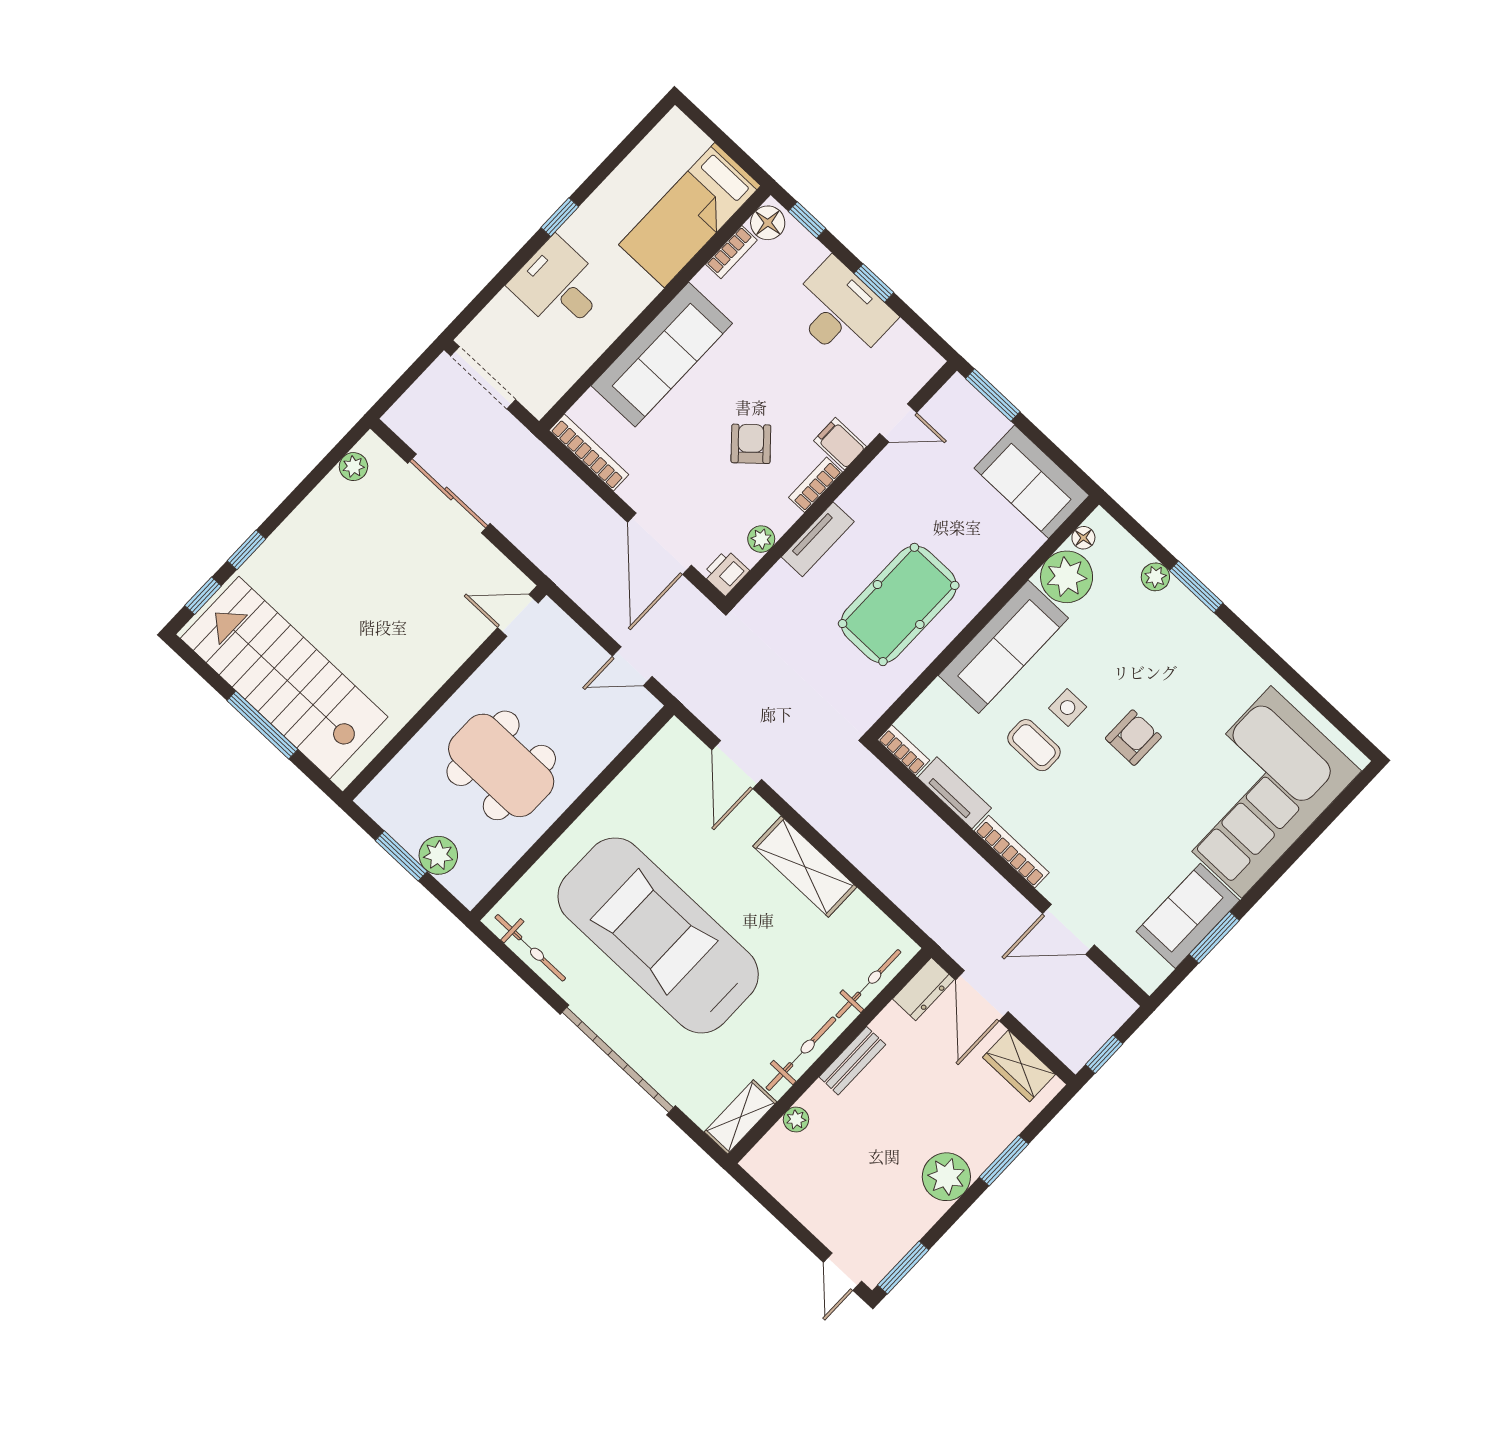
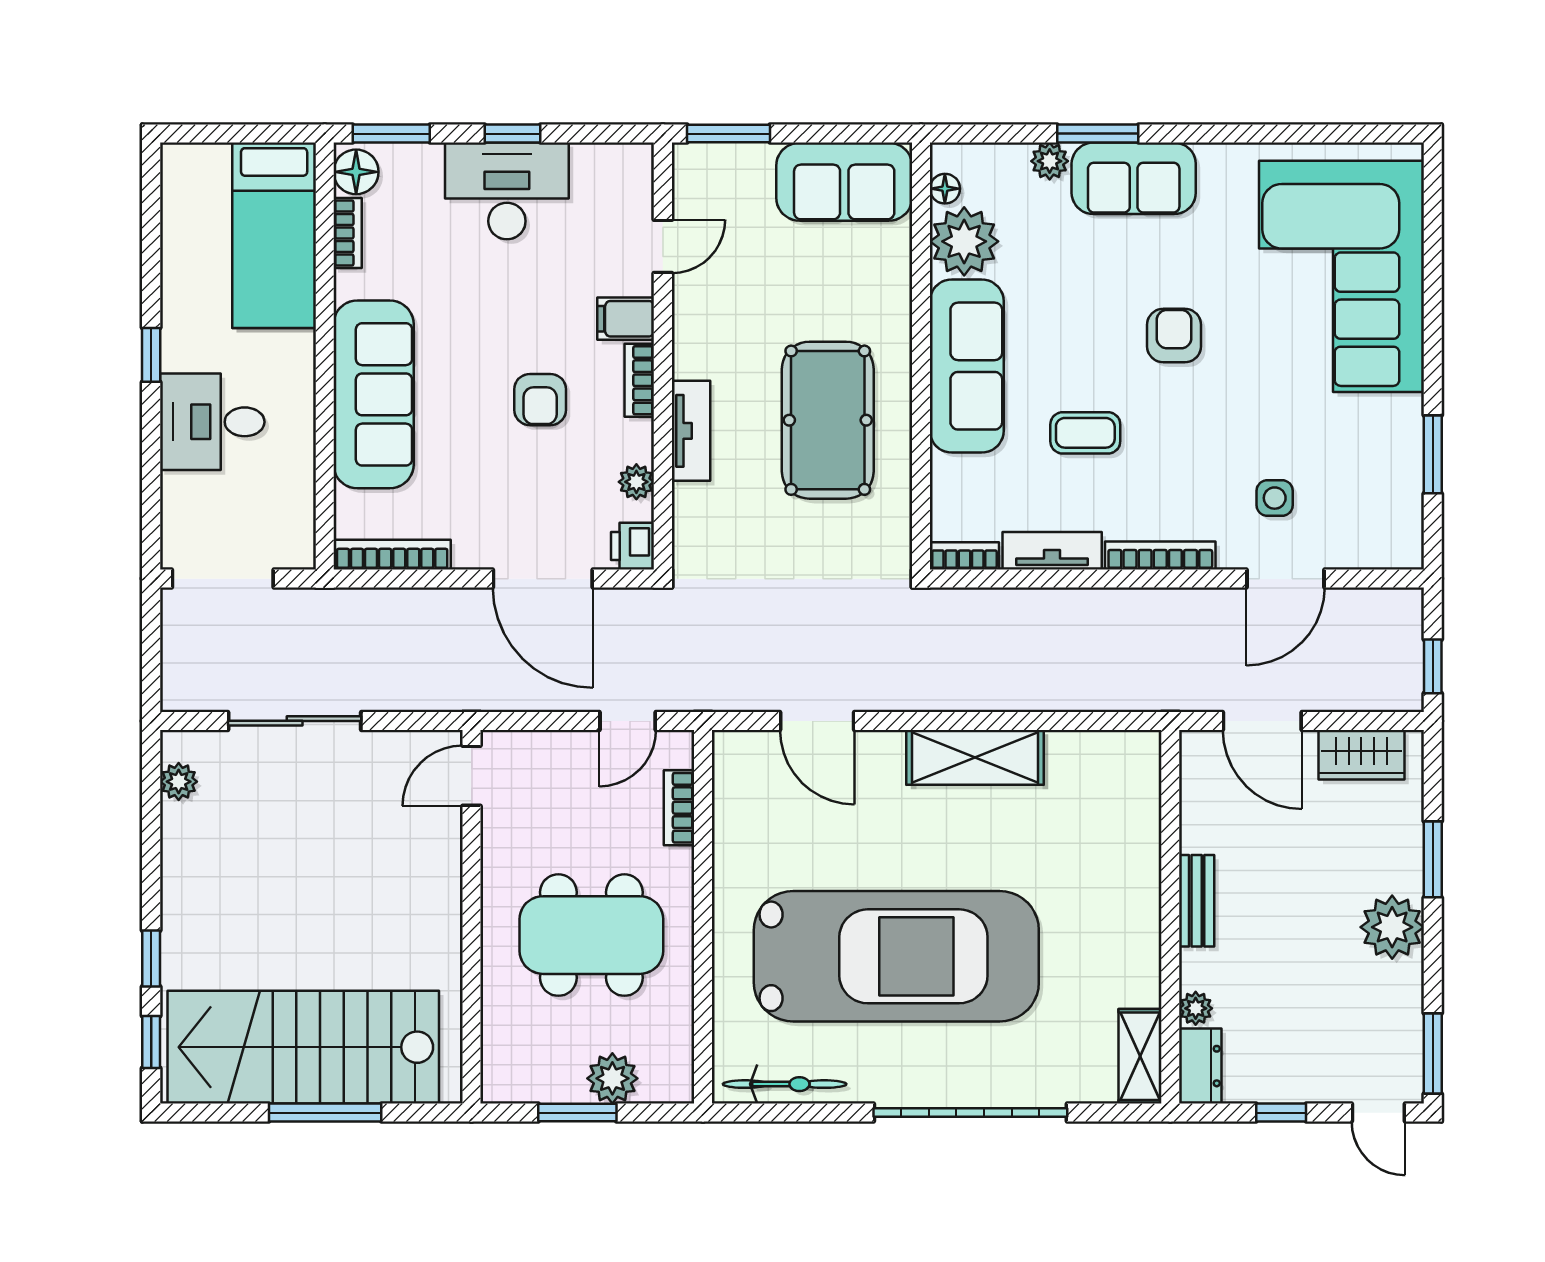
window: (807, 220) -> (391, 134), width x1.50
armchair: (751, 444) -> (540, 400), turned -138
side table: (1068, 708) -> (1275, 498), moved
bookcase: (616, 741) -> (679, 808), added
sofa: (1188, 916) -> (1134, 178), moved, turned -90
car: (658, 935) -> (896, 956), turned 180
bicycle: (868, 984) -> (1142, 812), removed
dresser: (924, 989) -> (1200, 1066), moved
bicycle: (801, 1054) -> (1141, 941), removed
window: (789, 1221) -> (1281, 1113), added

